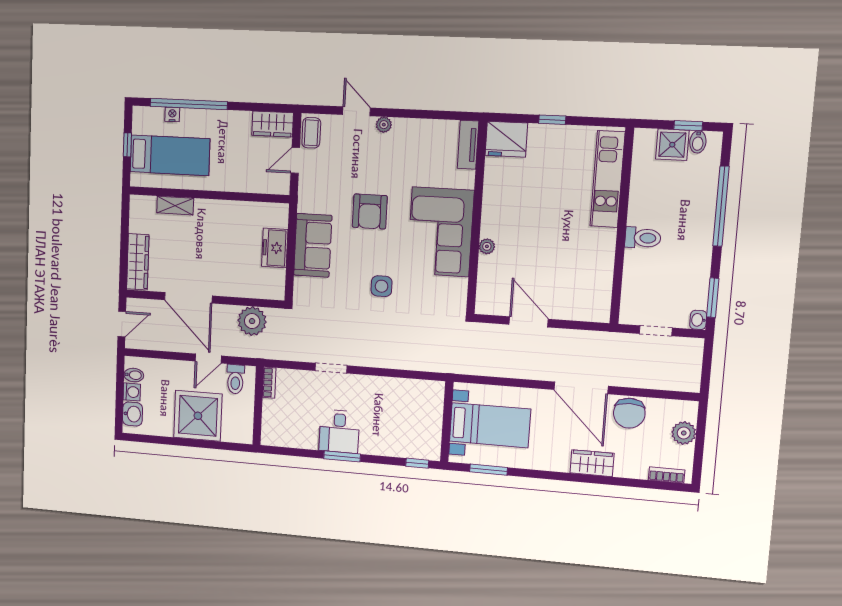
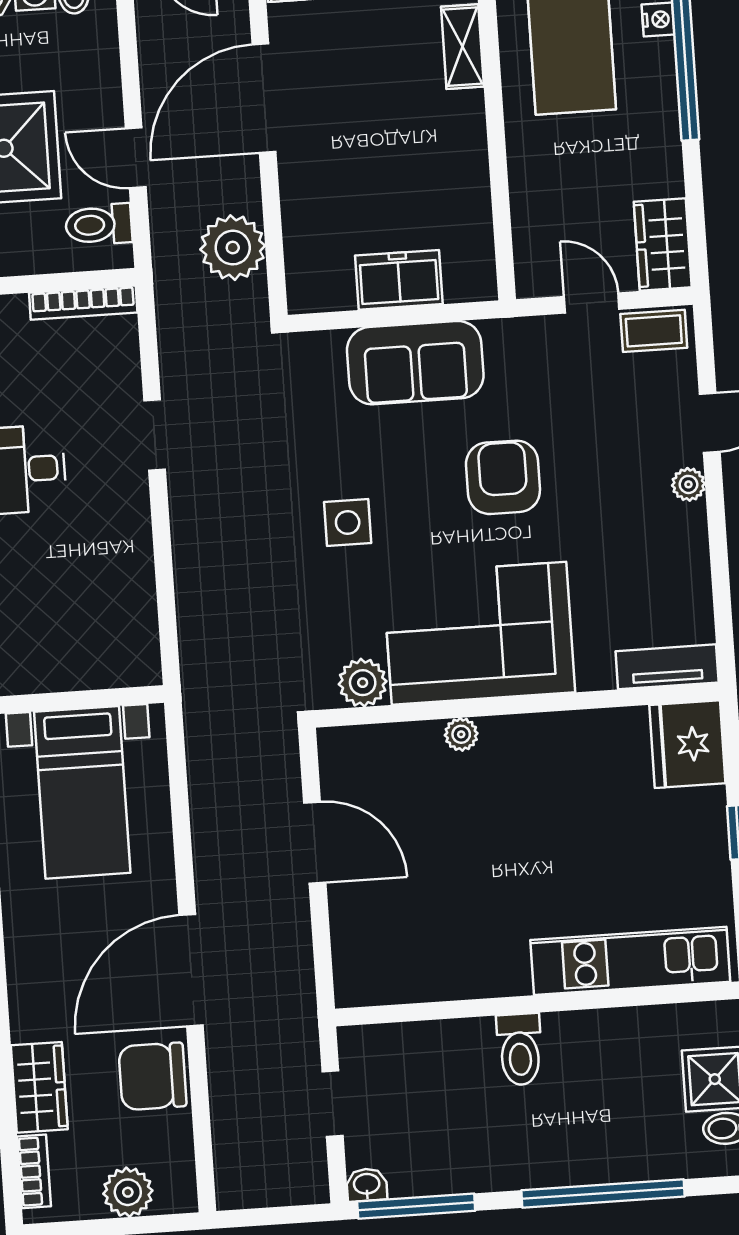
armchair: (370, 212) -> (503, 477), turned 90
plant: (456, 289) -> (363, 683), added
window: (713, 298) -> (416, 1206), width x1.44
door: (529, 322) -> (315, 843), hinge flipped
bookcase: (269, 383) -> (83, 303), width x1.56
wardrobe: (592, 463) -> (39, 1087), moved

